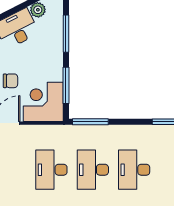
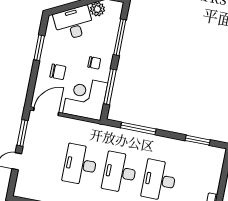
chair: (45, 65) -> (94, 63), added
window: (90, 122) -> (138, 128), moved

